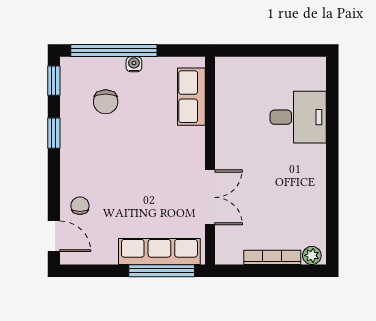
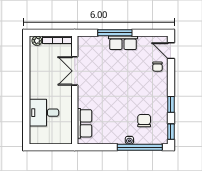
row of seats: (191, 97) -> (84, 123), moved
wall: (210, 161) -> (75, 90), moved
double door: (210, 197) -> (75, 71), moved
row of seats: (159, 251) -> (123, 43), width x0.68

